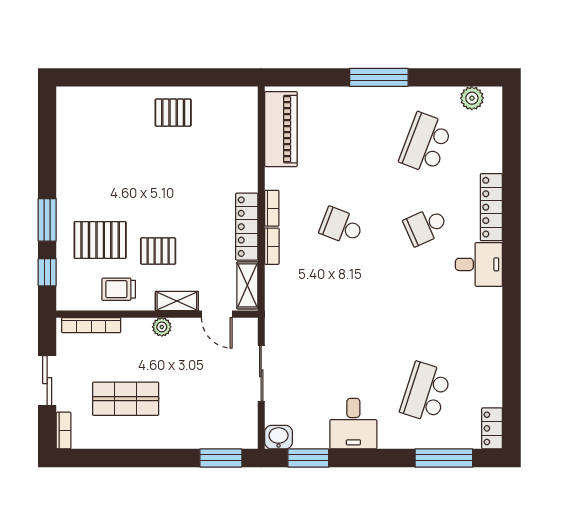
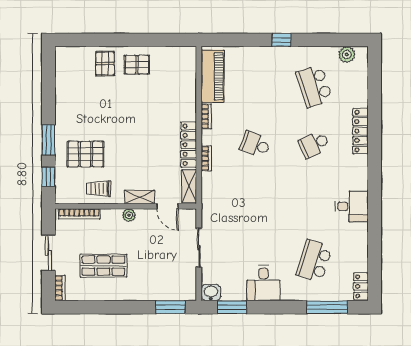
window: (379, 77) -> (281, 40), width x0.46
school desk: (426, 143) -> (314, 86), turned -39
bookcase: (272, 208) -> (206, 116), moved
pallet: (158, 251) -> (105, 63), moved, turned 90
desk: (479, 264) -> (352, 206), moved

